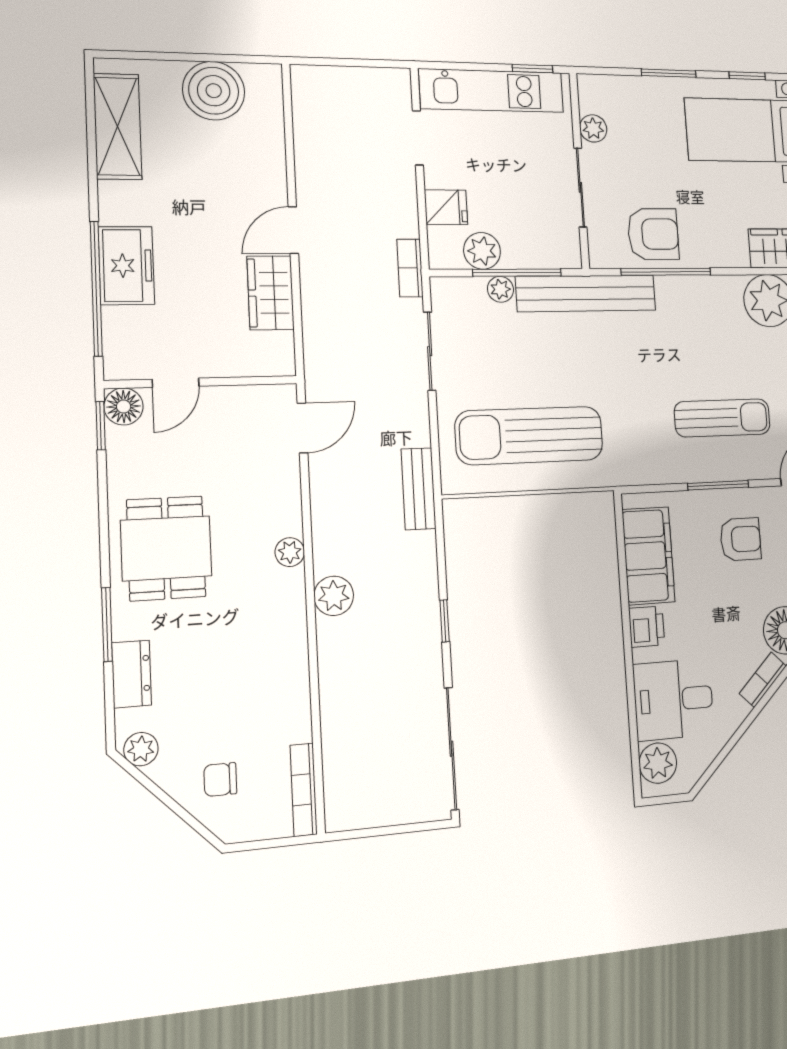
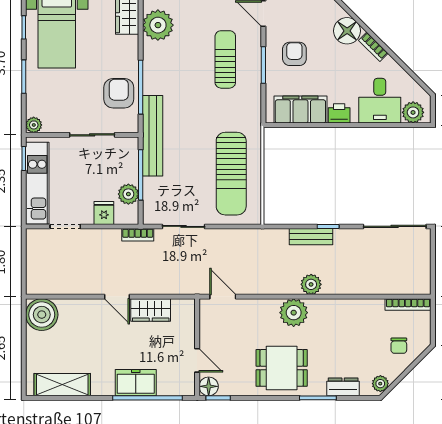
boiler: (214, 91) -> (42, 315), moved
plant: (593, 128) -> (34, 125), moved
plant: (500, 289) -> (150, 185), removed
bench: (418, 489) -> (311, 237), moved
plant: (290, 552) -> (294, 313), width x1.88, depth x1.88

